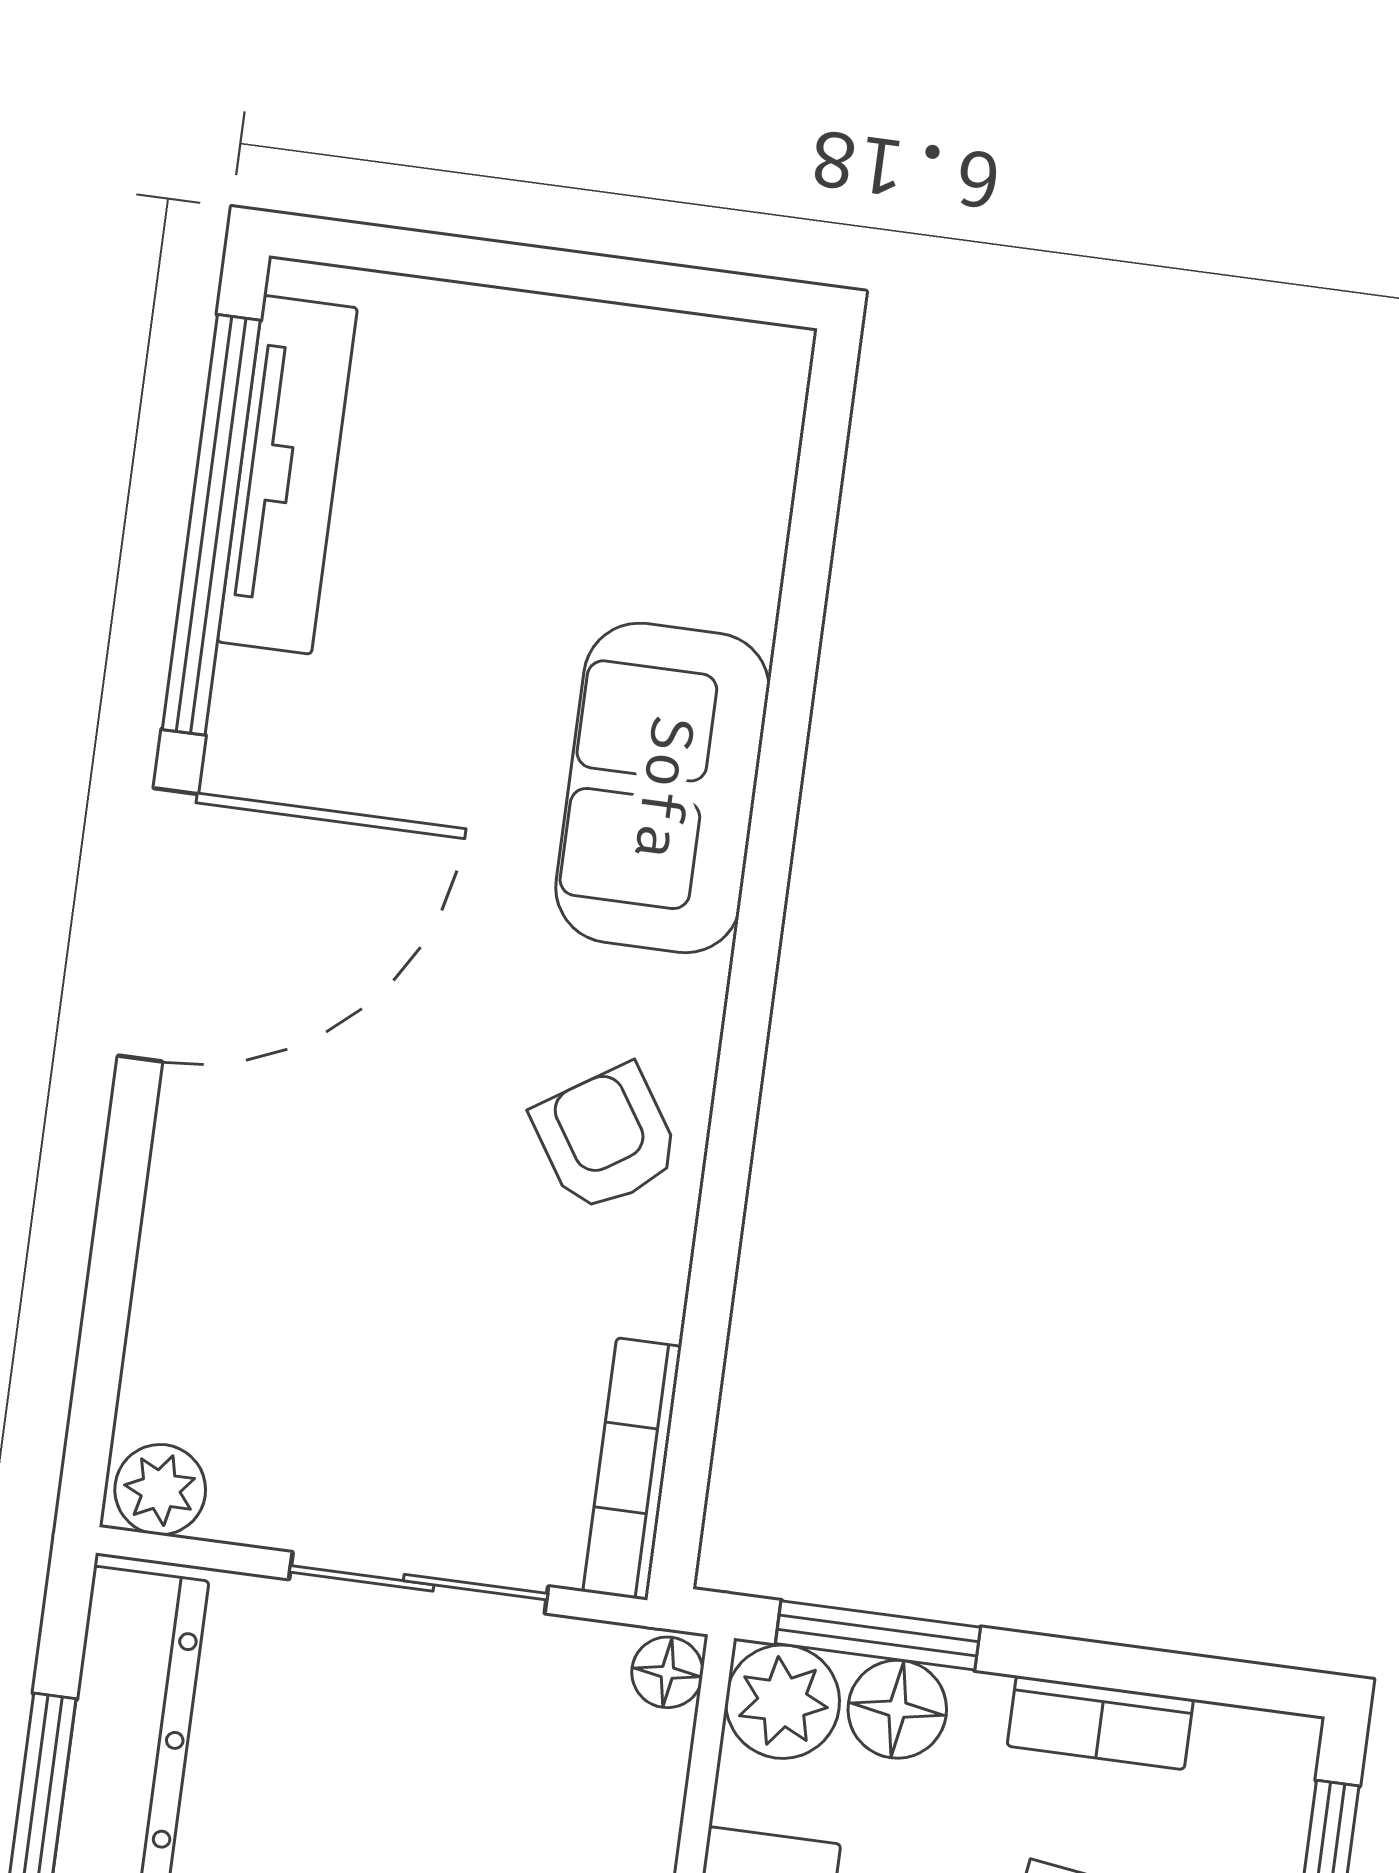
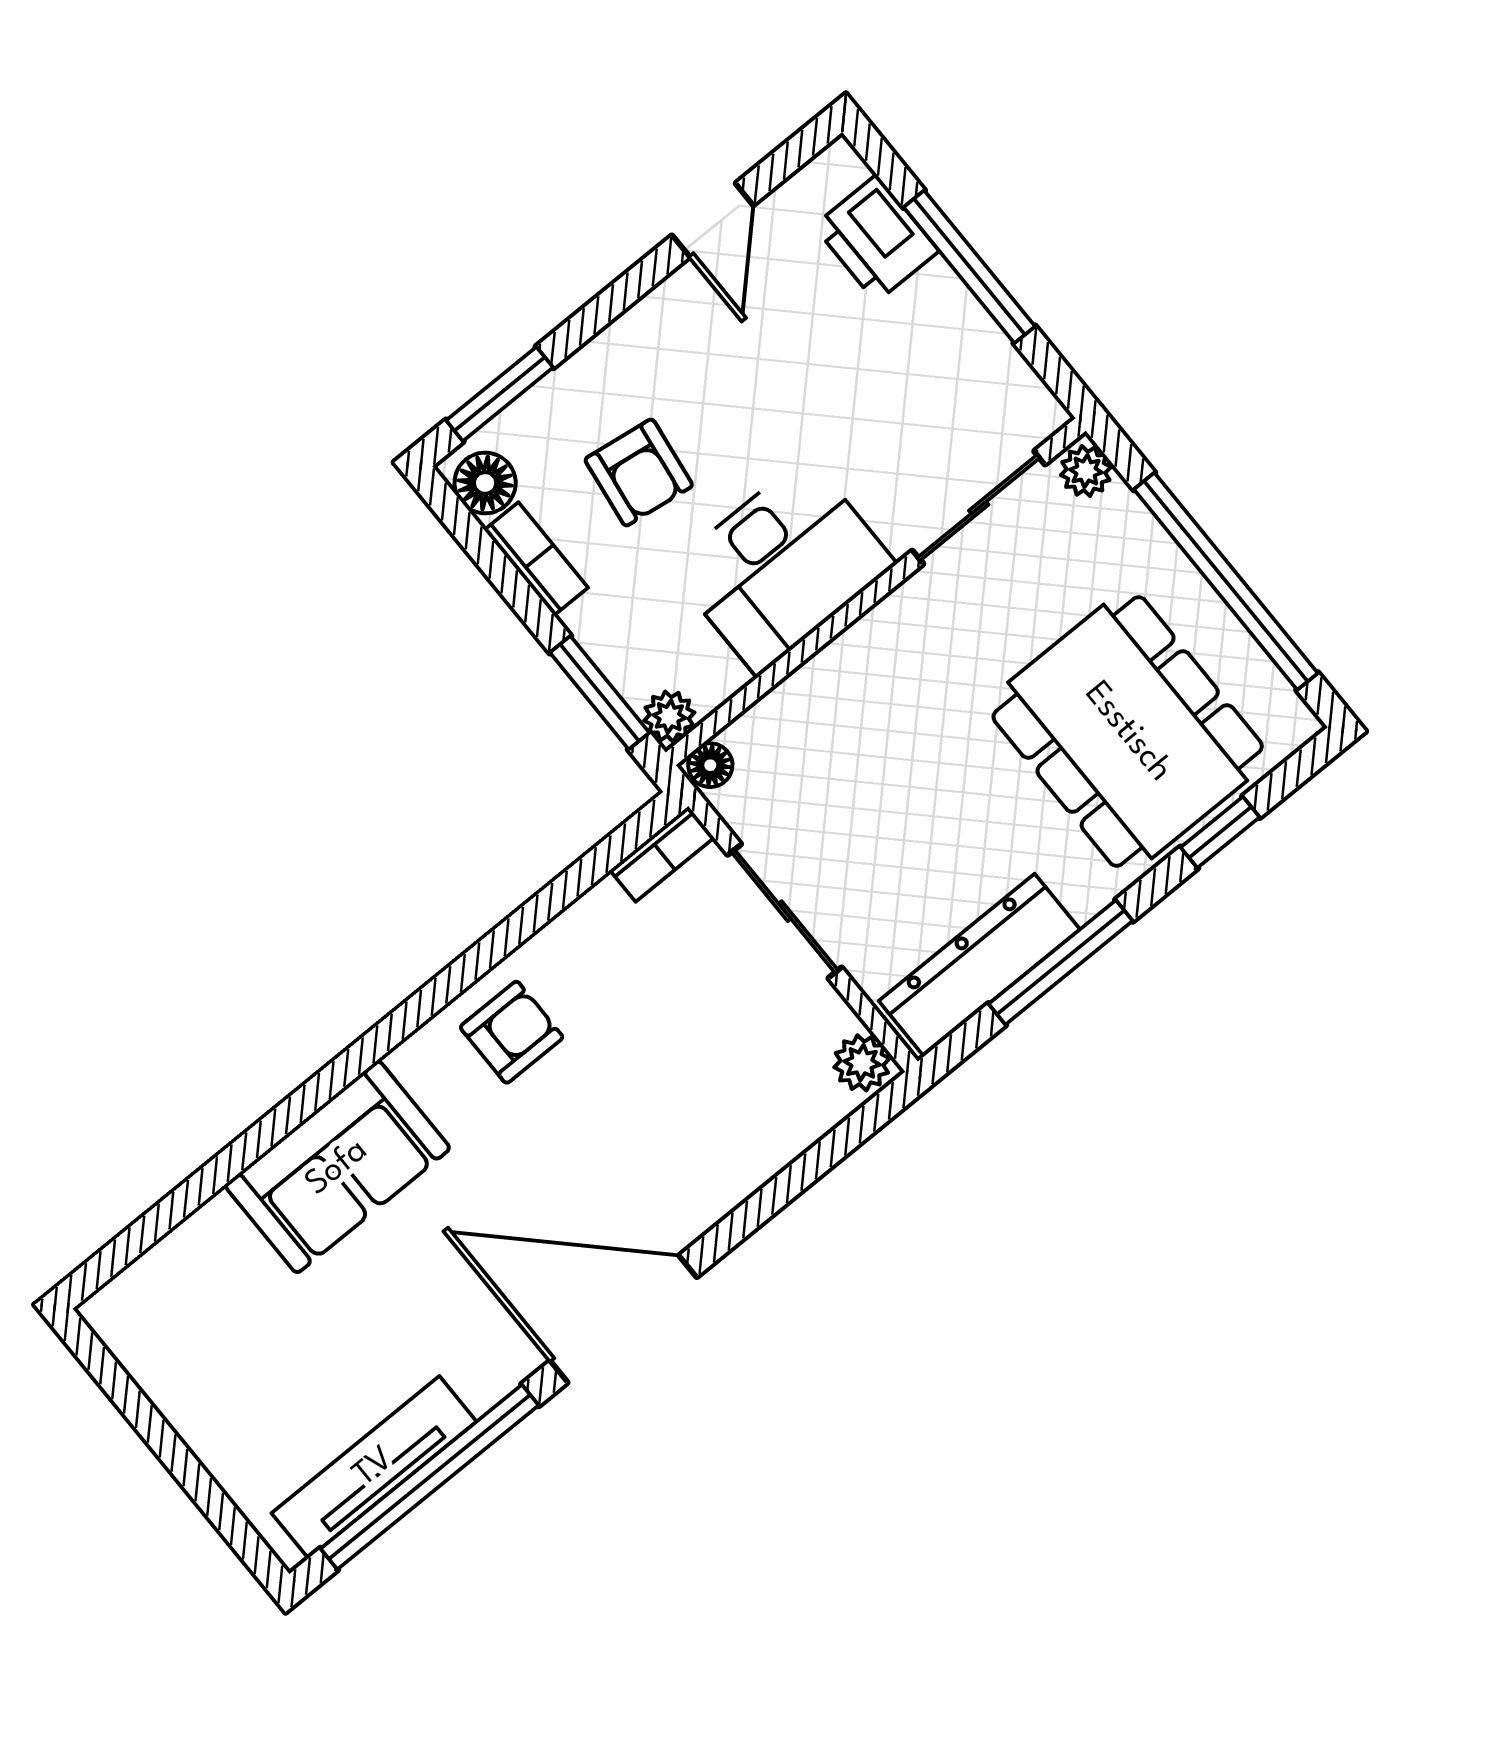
armchair: (606, 1139) -> (512, 1032), turned -147
bookcase: (632, 1469) -> (662, 854), width x0.64
plant: (783, 1702) -> (669, 717), width x0.73, depth x0.73
floor lamp: (897, 1709) -> (485, 483), moved

